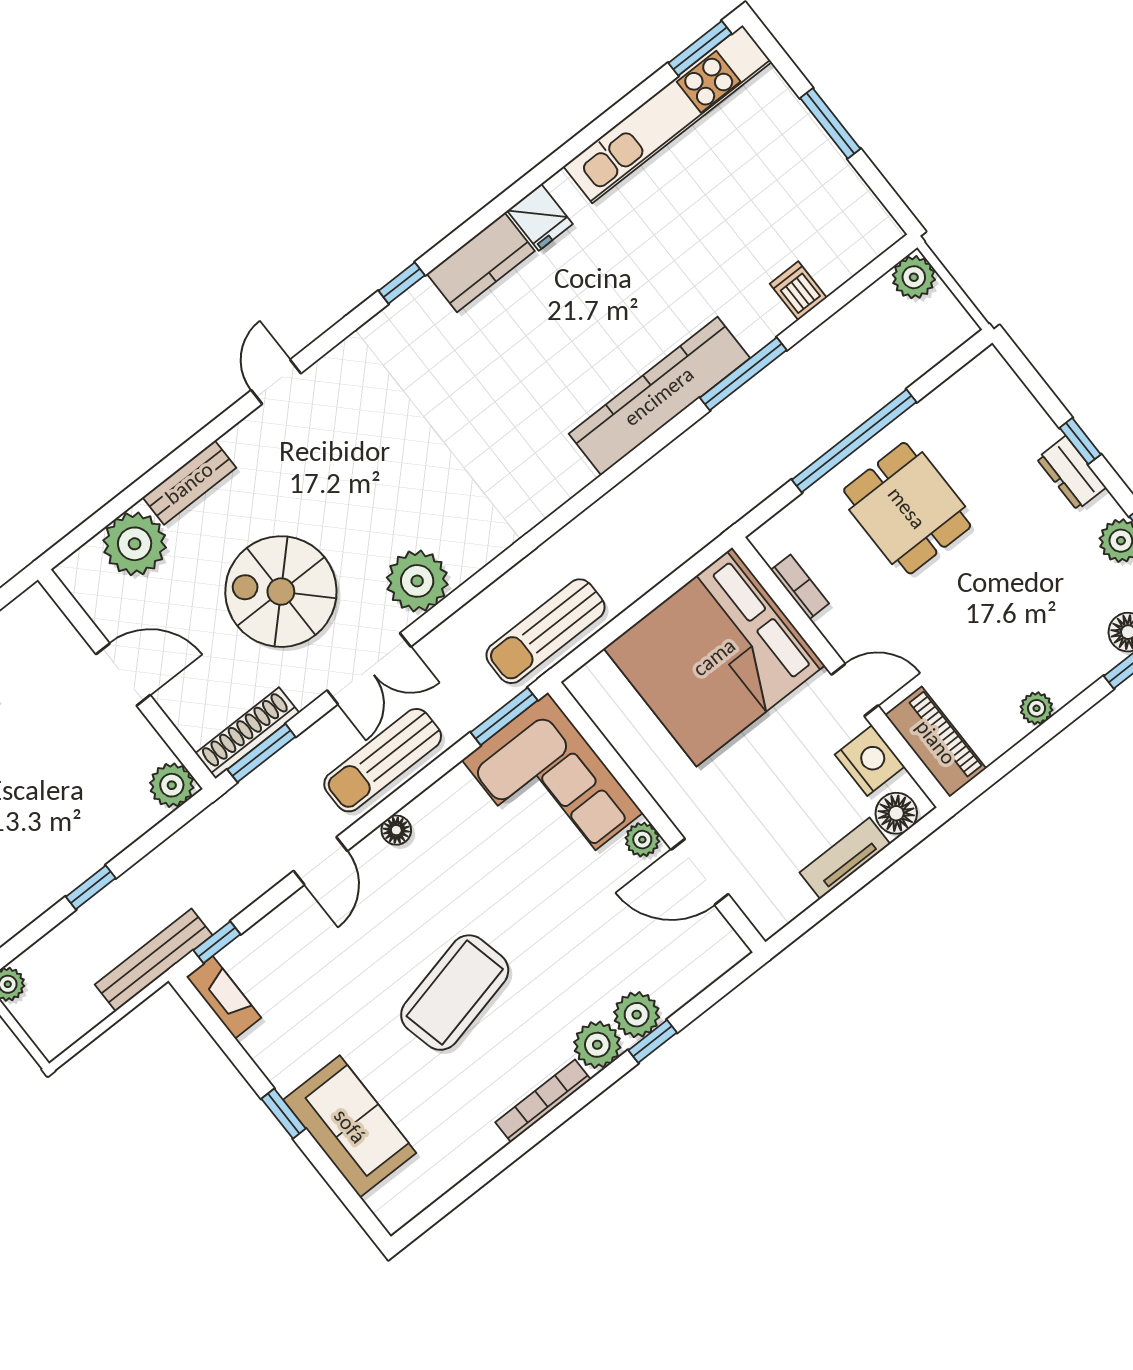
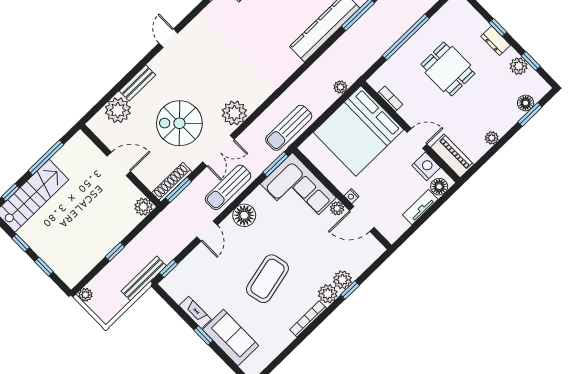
dining table: (907, 508) -> (448, 69), moved
plant: (682, 545) -> (340, 87), added
nightstand: (681, 813) -> (352, 196), added
floor lamp: (396, 830) -> (244, 215), width x1.89, depth x1.89
fireplace: (224, 997) -> (195, 312), moved

